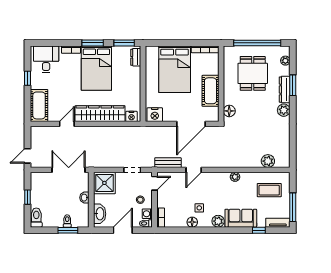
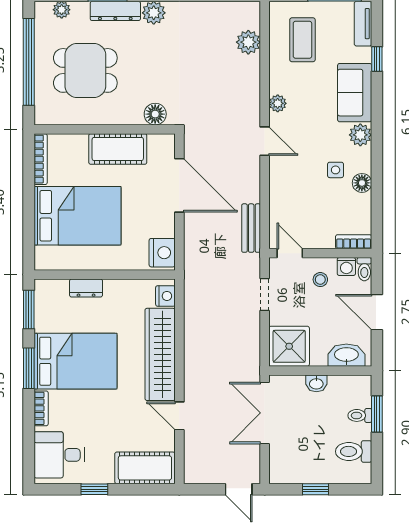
dresser: (136, 57) -> (86, 288), moved
door: (194, 170) -> (265, 141), moved
toilet: (36, 218) -> (354, 451), moved

